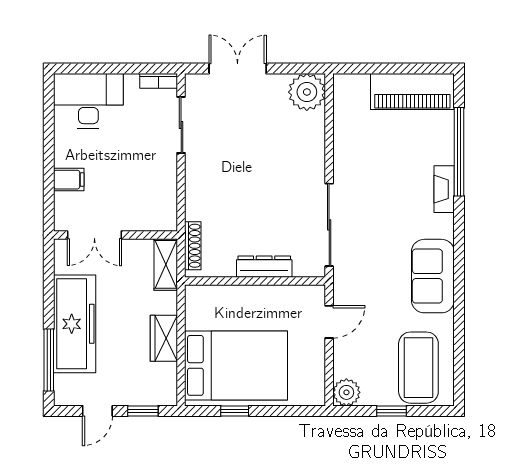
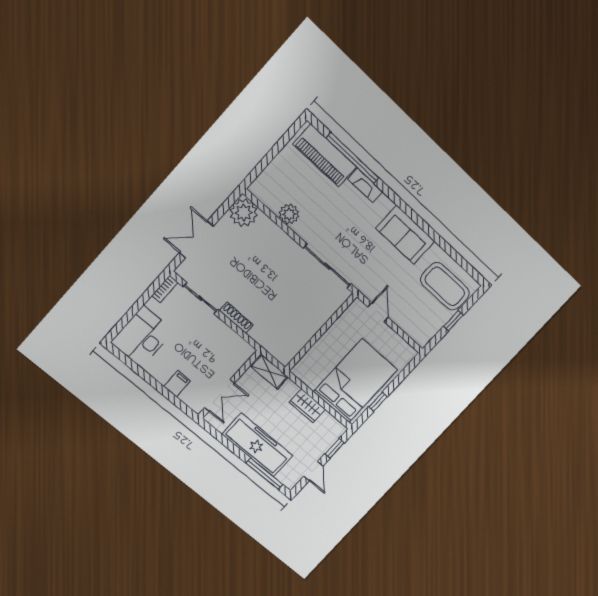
piano: (412, 92) -> (325, 156), moved, turned 90
shoe rack: (193, 246) -> (236, 318), moved
dresser: (264, 267) -> (318, 321), removed
plant: (346, 392) -> (289, 214), moved

